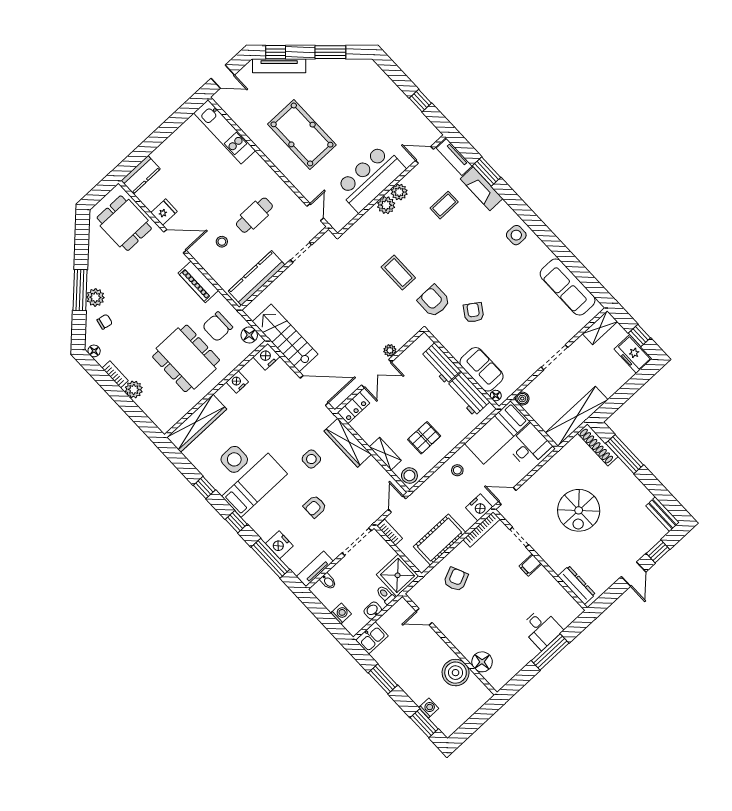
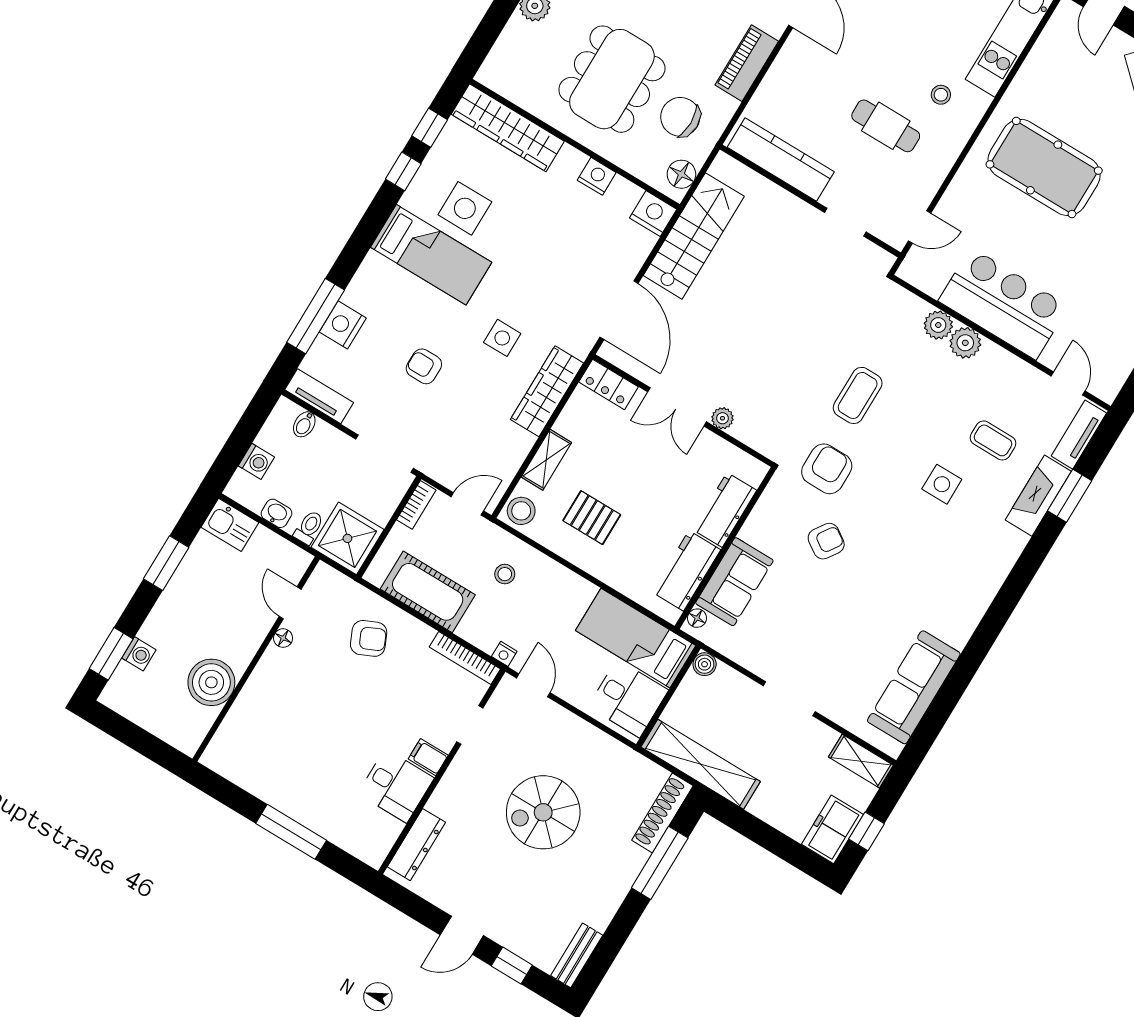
pool table: (302, 134) -> (1044, 167), turned 90
plant: (399, 192) -> (938, 325), moved
side table: (516, 235) -> (942, 484), moved
stool: (222, 242) -> (941, 95), moved
stool: (457, 470) -> (505, 574), moved
nightstand: (479, 507) -> (504, 654), width x0.53, depth x0.56
window: (236, 522) -> (430, 128), moved
desk: (542, 629) -> (396, 786), moved, turned -90
floor lamp: (482, 662) -> (283, 638), moved, width x0.53, depth x0.53

